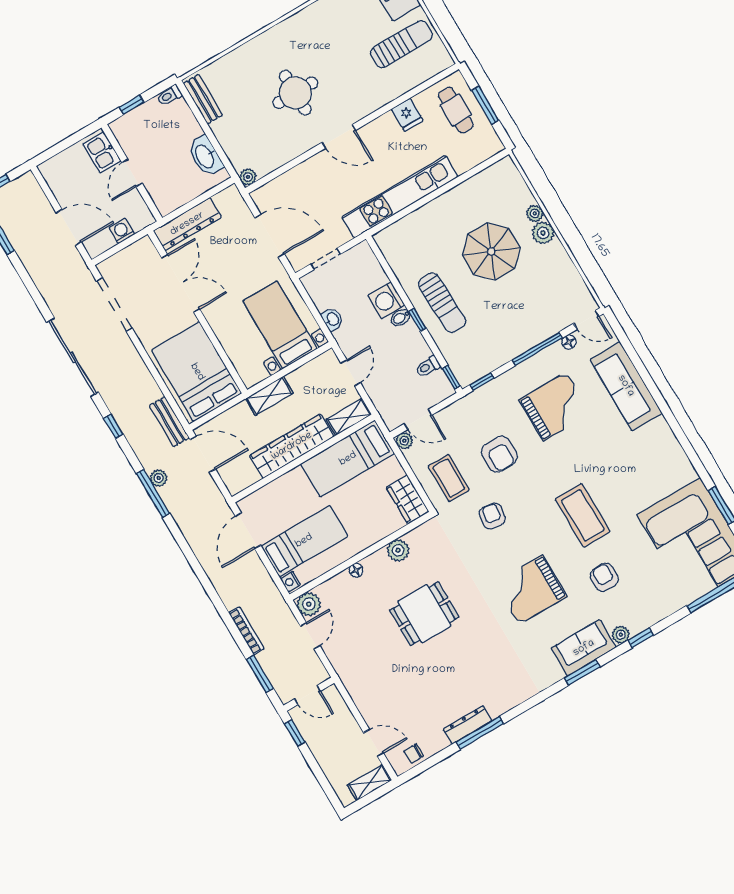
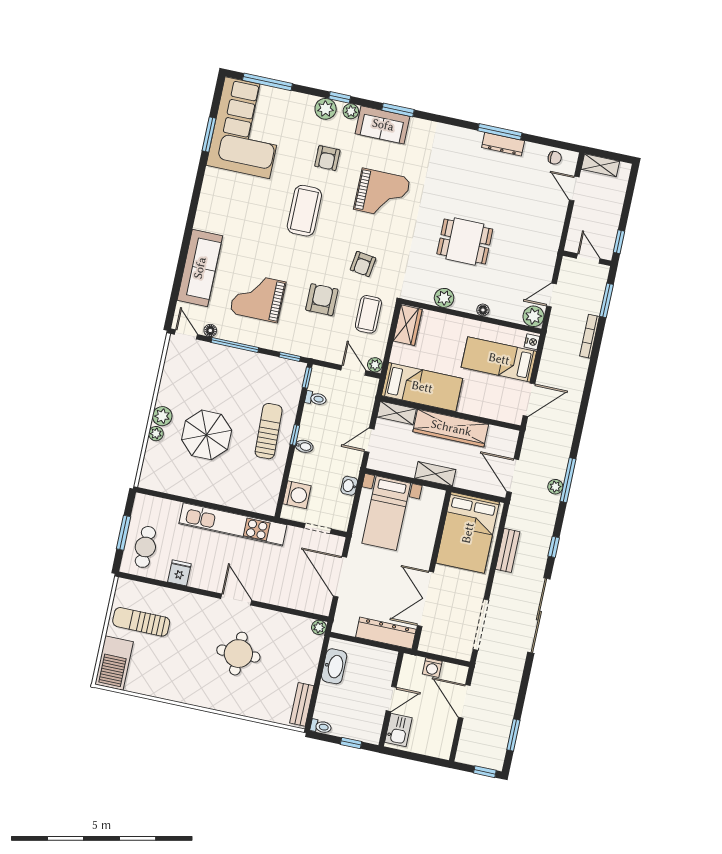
washing machine: (386, 300) -> (297, 495), moved
bench: (169, 422) -> (508, 550), moved
plant: (644, 617) -> (326, 109), added

